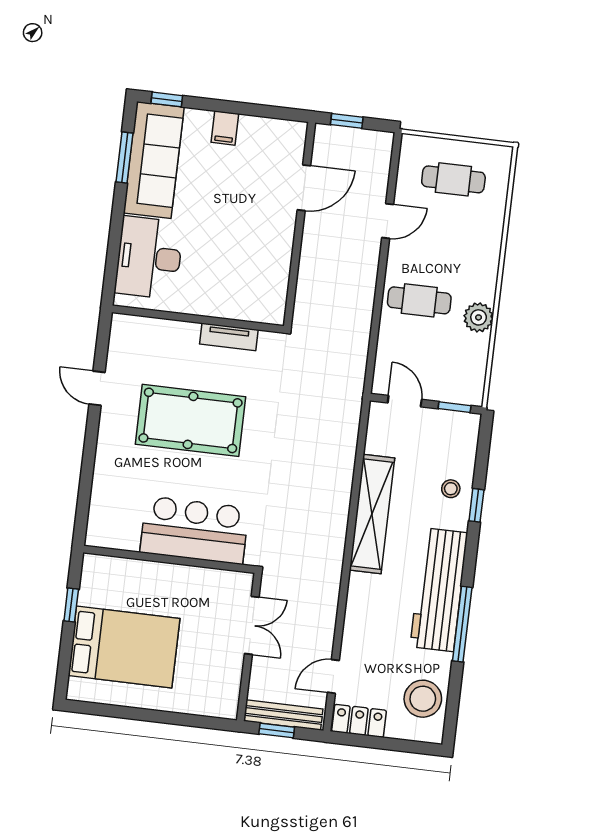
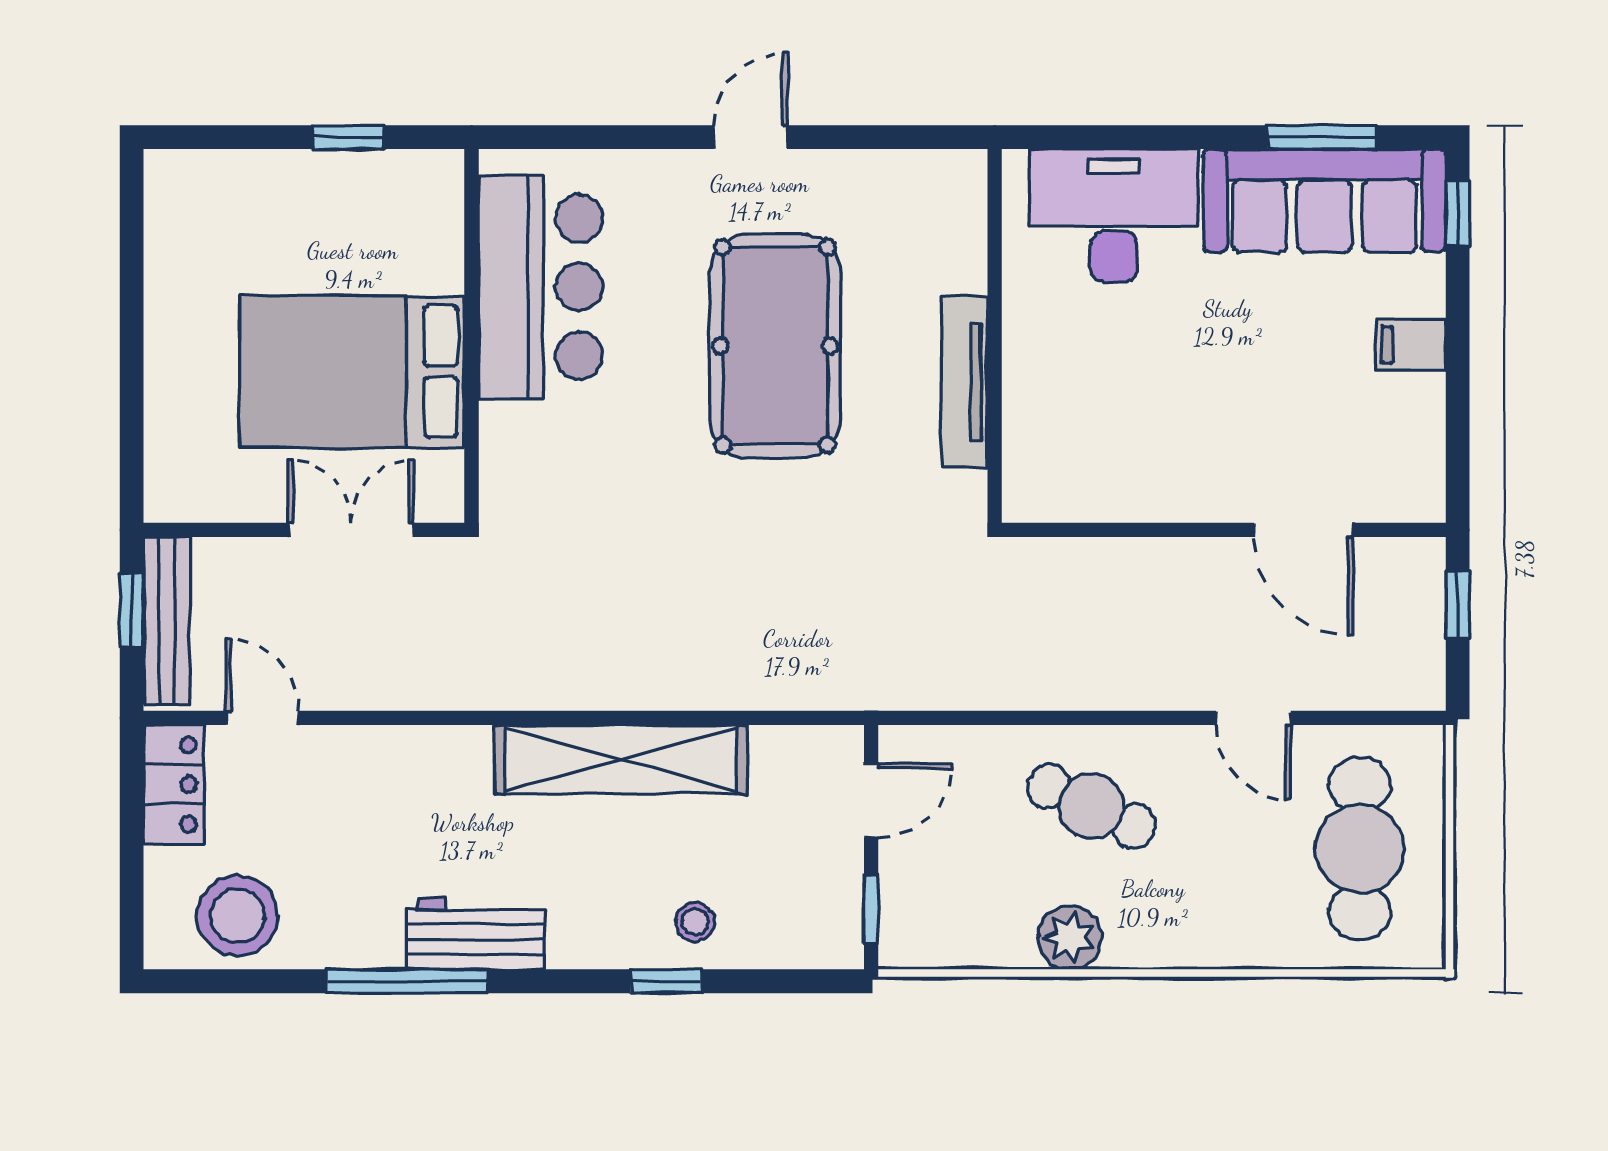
cafe table: (453, 179) -> (1360, 848), width x1.37, depth x1.35
cafe table: (419, 300) -> (1091, 806), turned -65
tv unit: (229, 337) -> (964, 382), width x1.41
door: (97, 388) -> (751, 137), moved
bar counter: (194, 530) -> (541, 287), moved
workbench: (439, 590) -> (475, 934), width x0.53, depth x0.76
double door: (252, 625) -> (351, 530), swing flipped
bed: (124, 647) -> (352, 372), moved, turned 90

